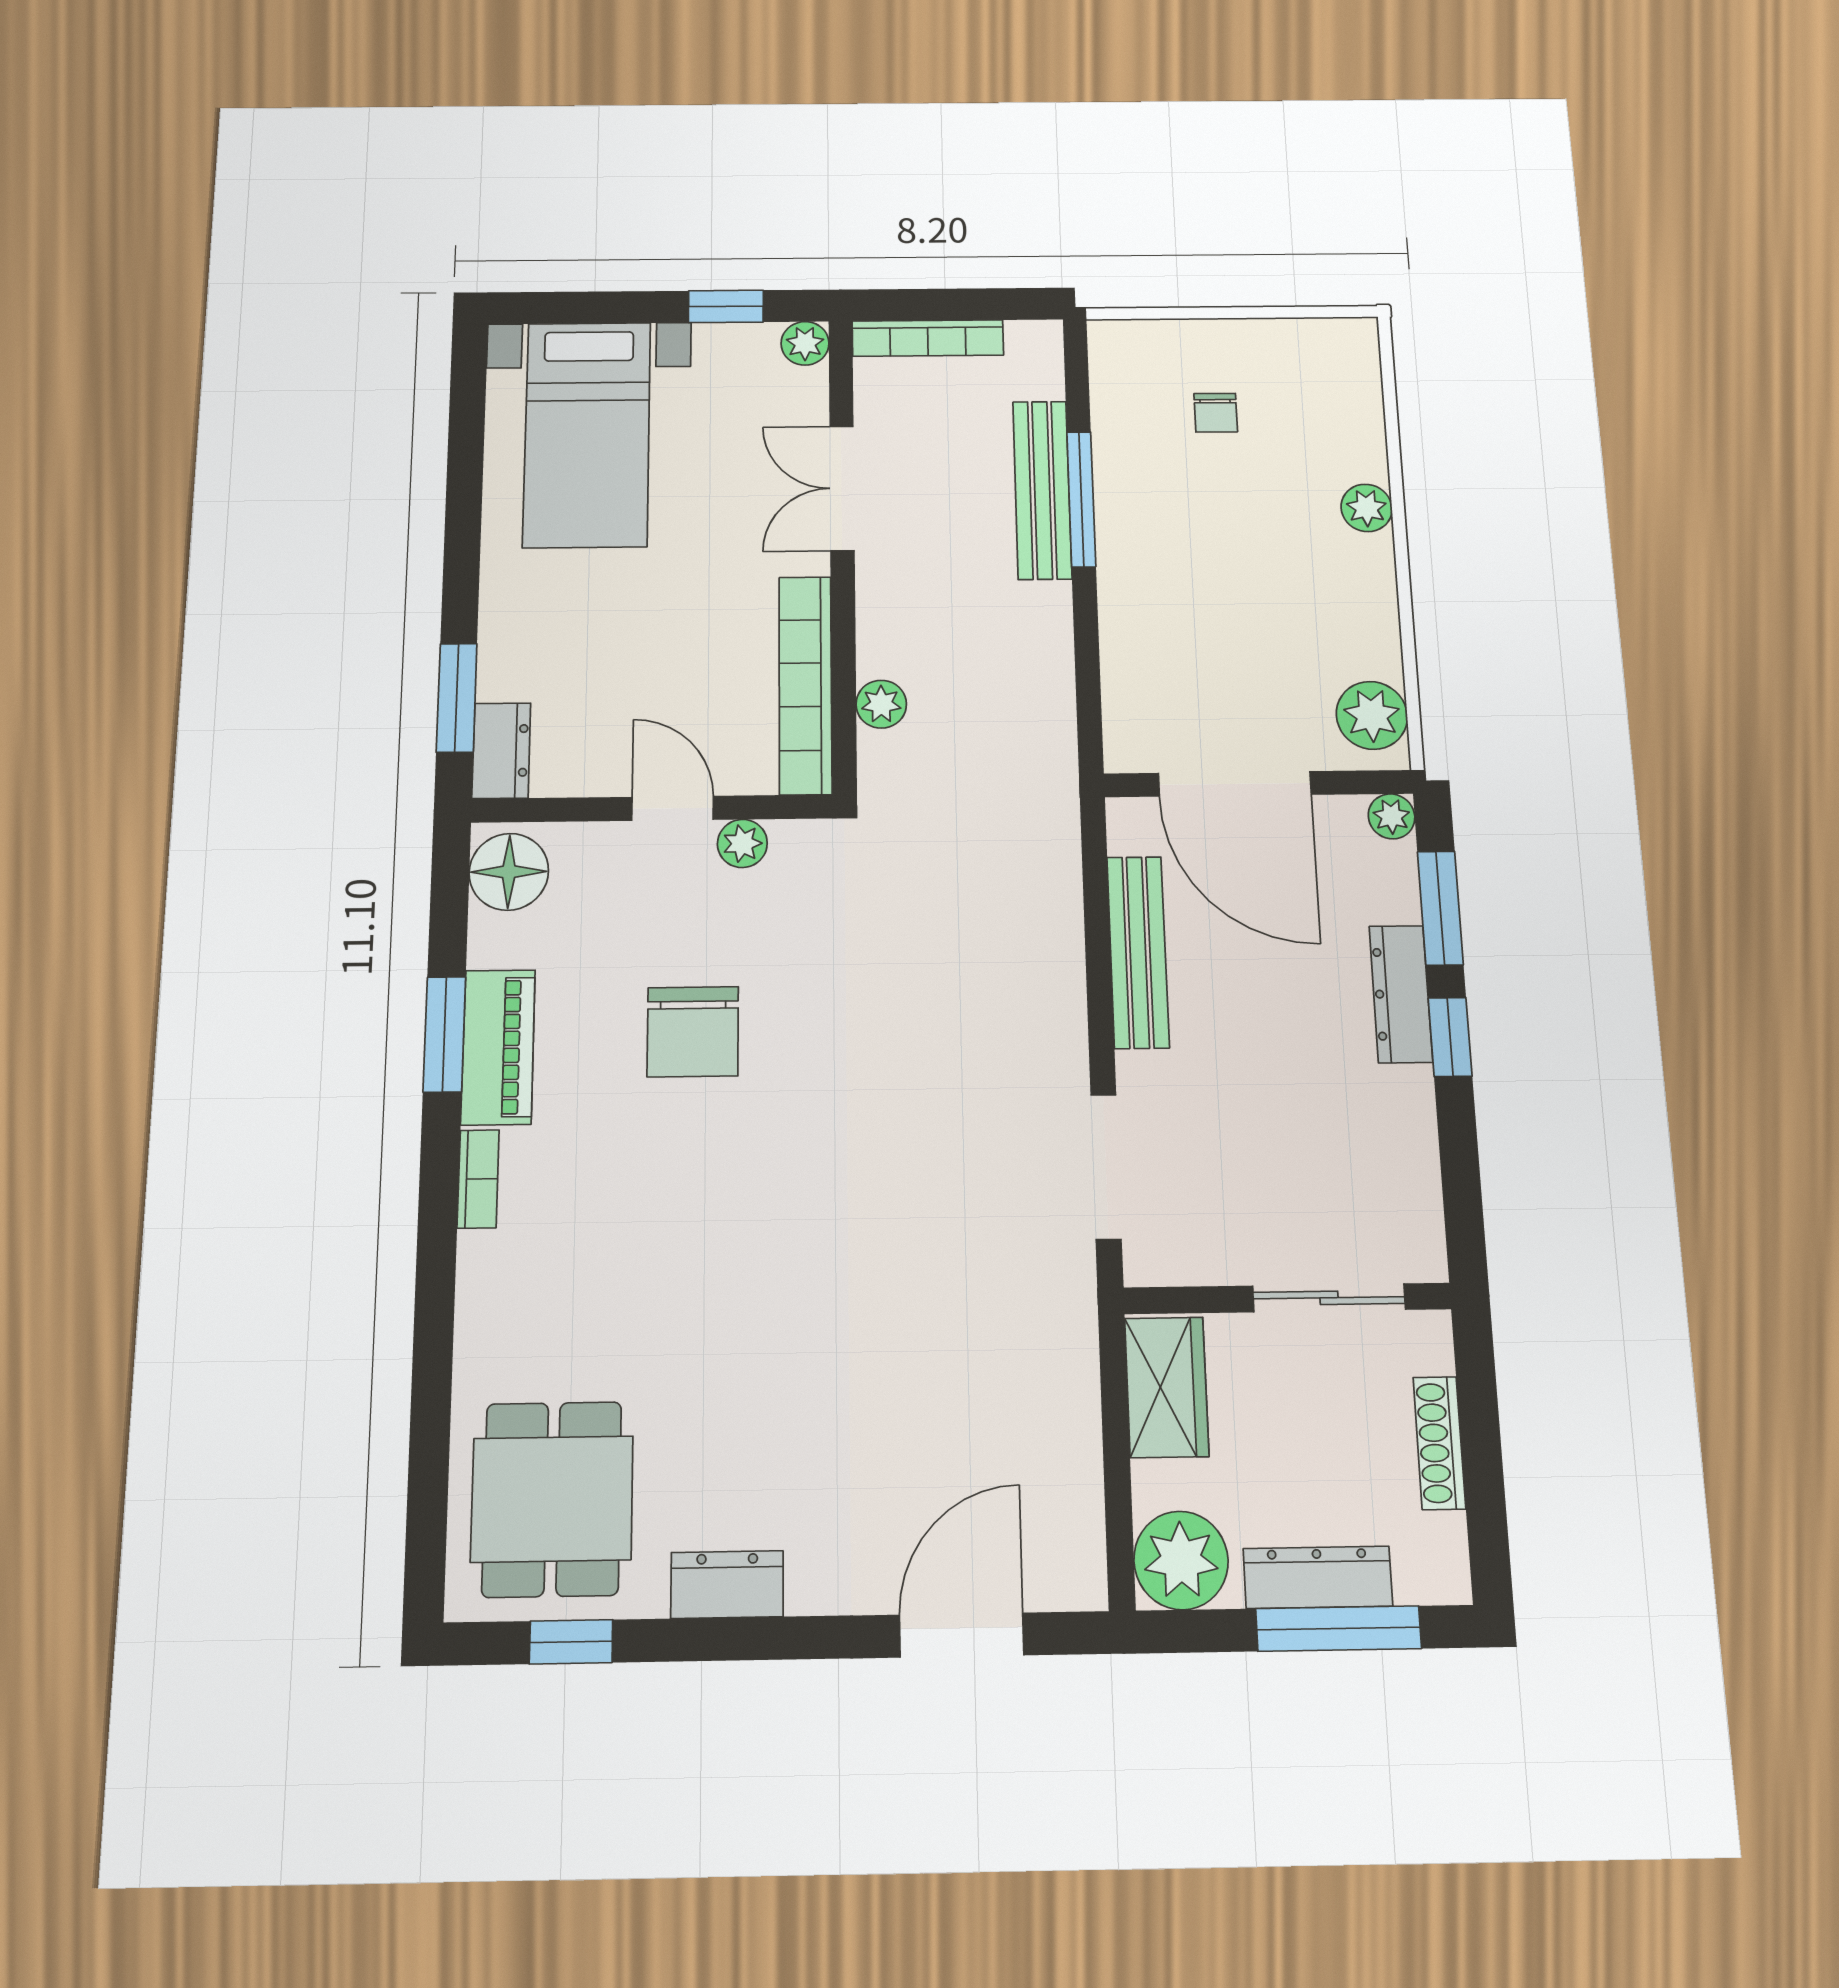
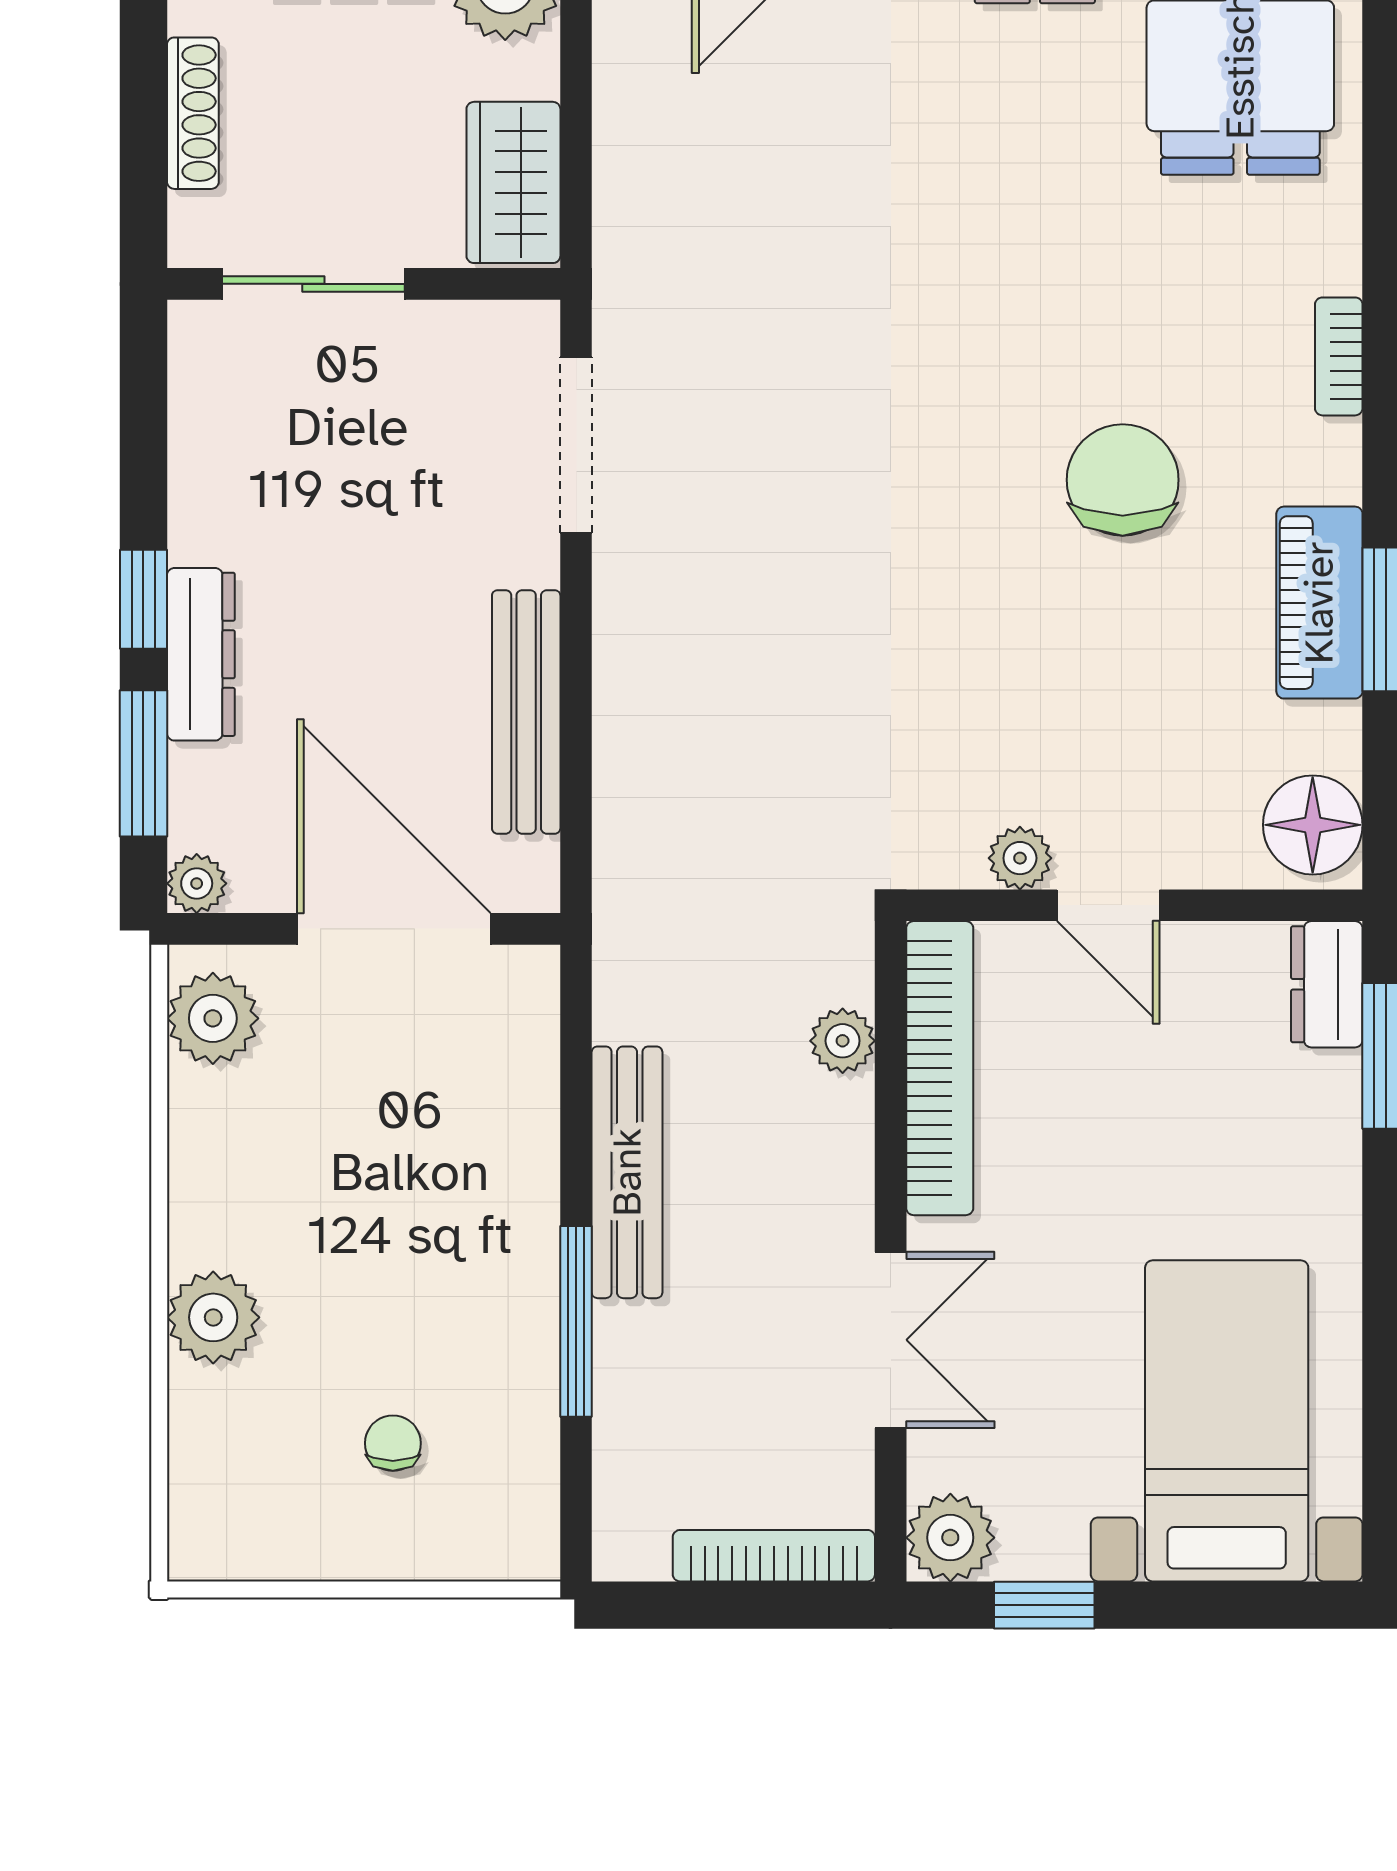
plant: (805, 343) -> (950, 1538), width x1.38, depth x1.38
bench: (1042, 490) -> (627, 1172), moved
plant: (1367, 508) -> (213, 1317), width x1.38, depth x1.38
chair: (693, 1032) -> (1123, 480), moved
bookcase: (478, 1179) -> (1339, 356), moved

